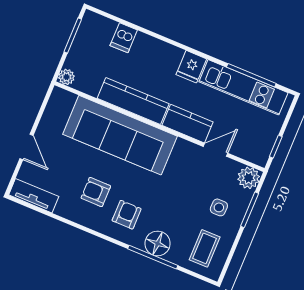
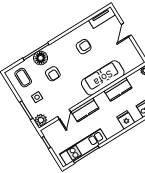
fridge: (191, 67) -> (126, 120), moved
kitchen counter: (133, 101) -> (118, 89), width x0.67
sofa: (120, 135) -> (103, 78), width x0.74, depth x0.79
door: (26, 147) -> (126, 30), hinge flipped
armchair: (127, 215) -> (53, 74), moved

